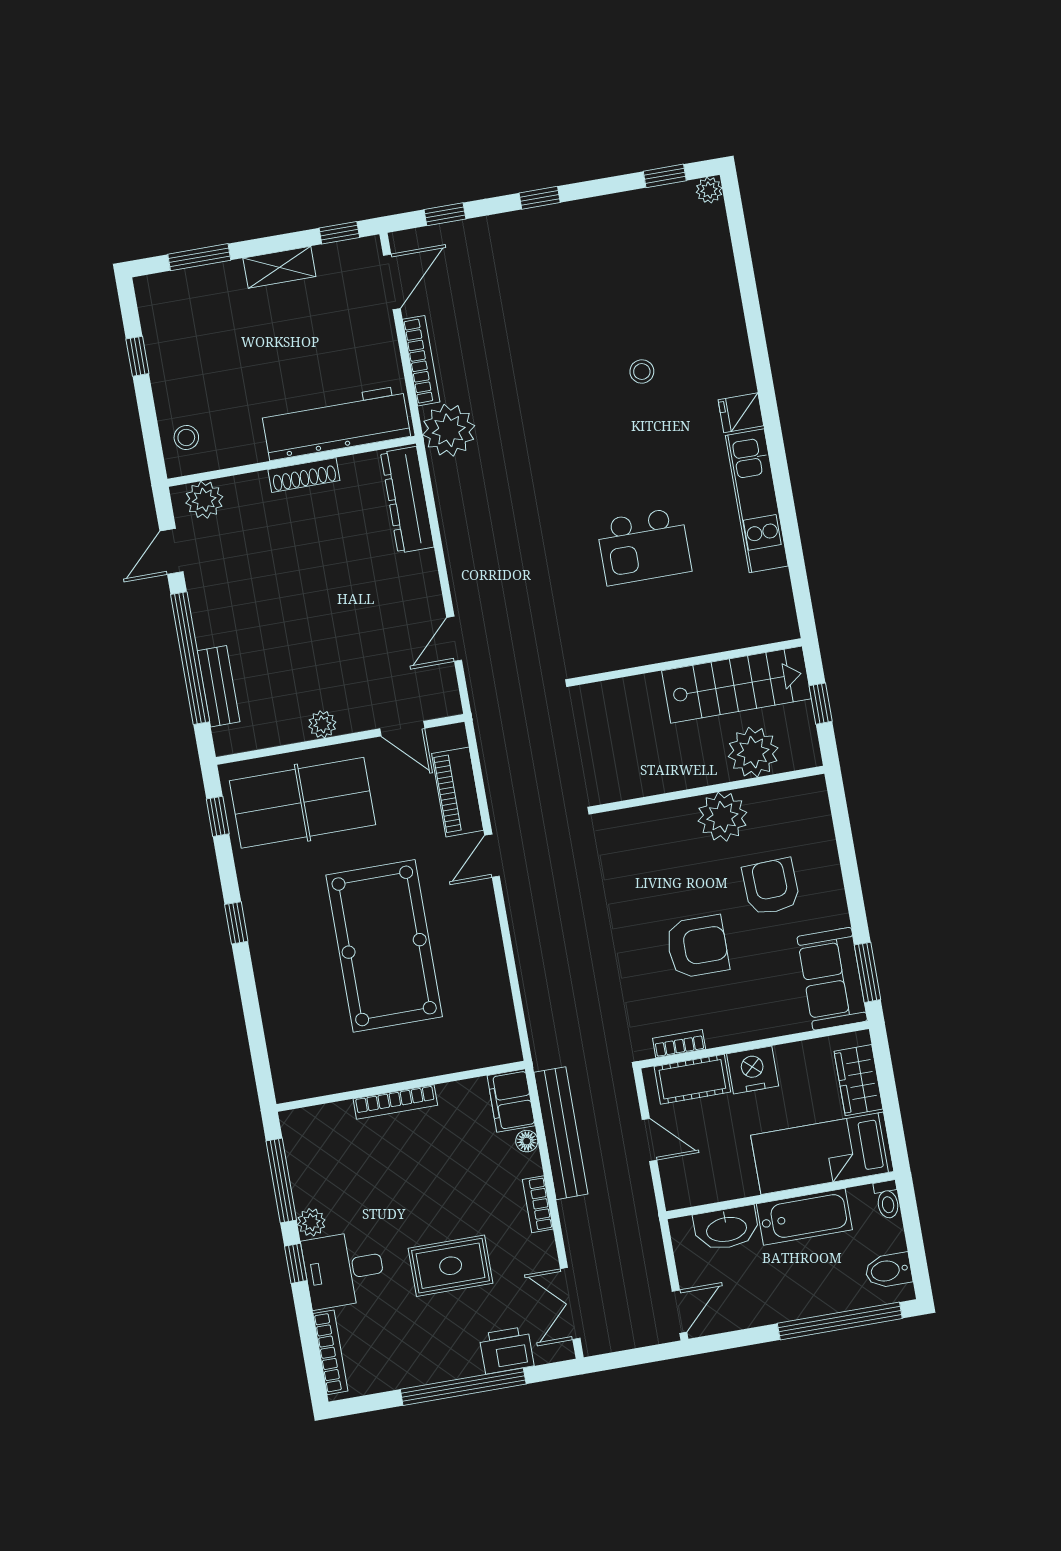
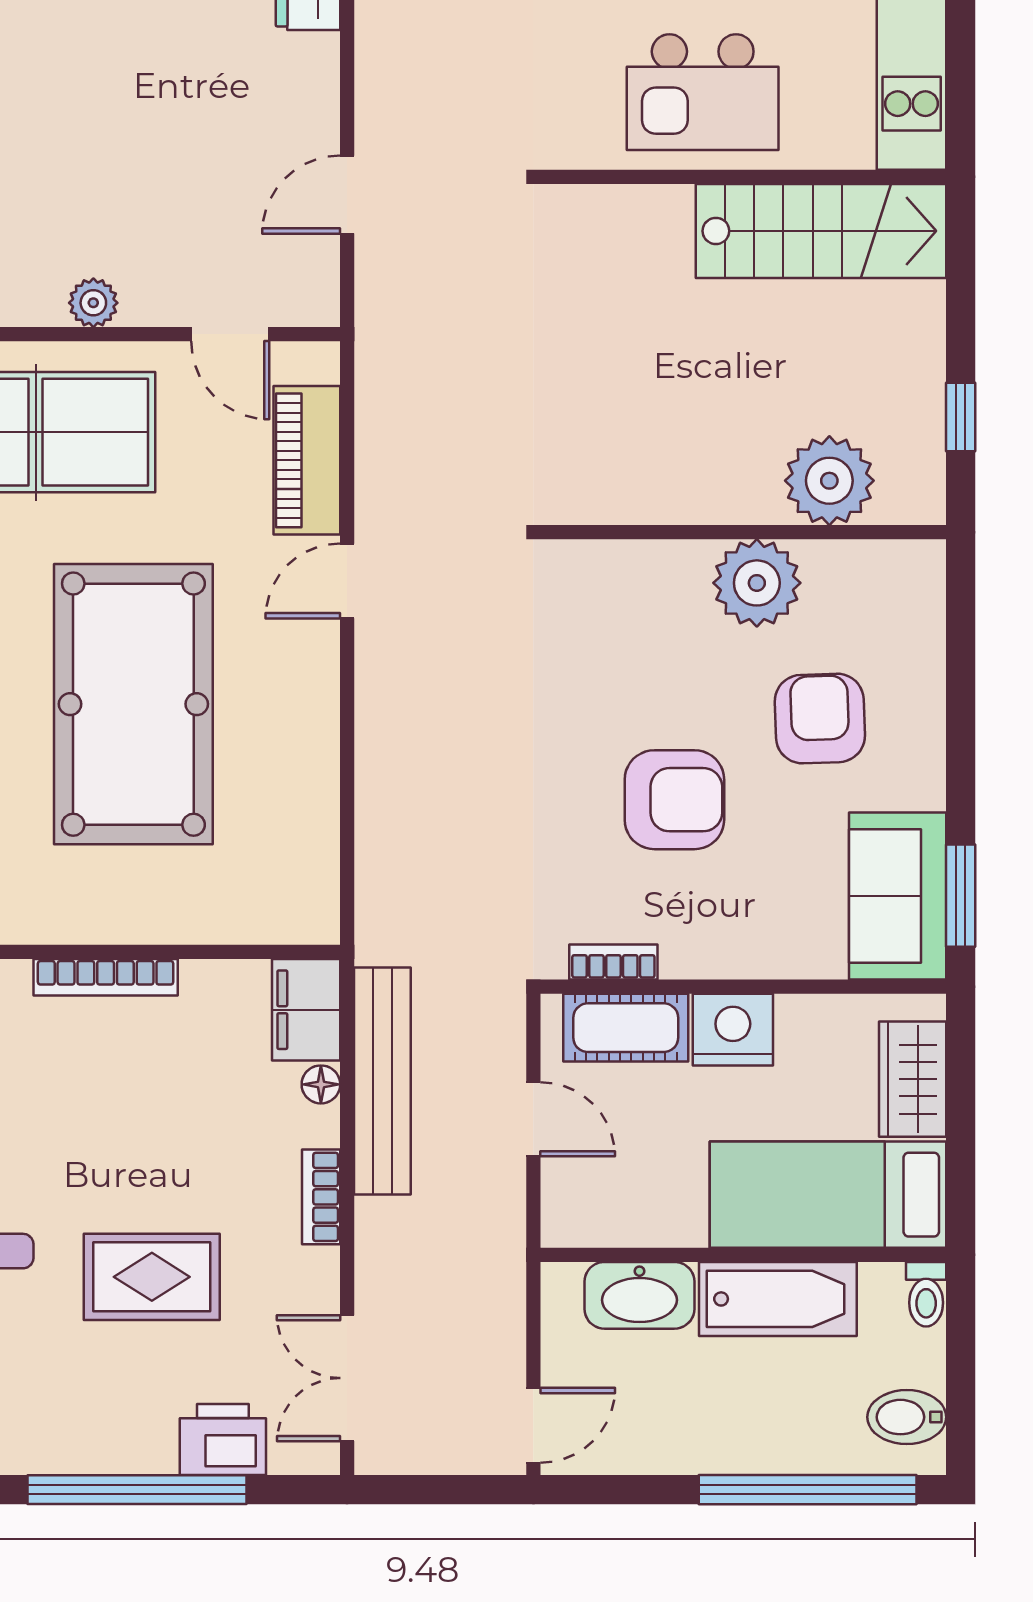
wall: (688, 662) -> (743, 177), moved
stairs: (736, 685) -> (821, 231), moved

